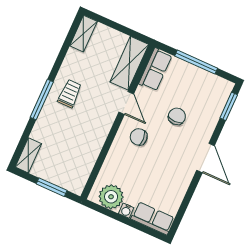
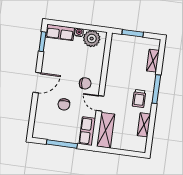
shelving: (83, 34) -> (144, 125), moved
window: (229, 106) -> (42, 42), moved
shelving: (28, 155) -> (153, 61), moved
door: (206, 158) -> (37, 83), swing flipped

